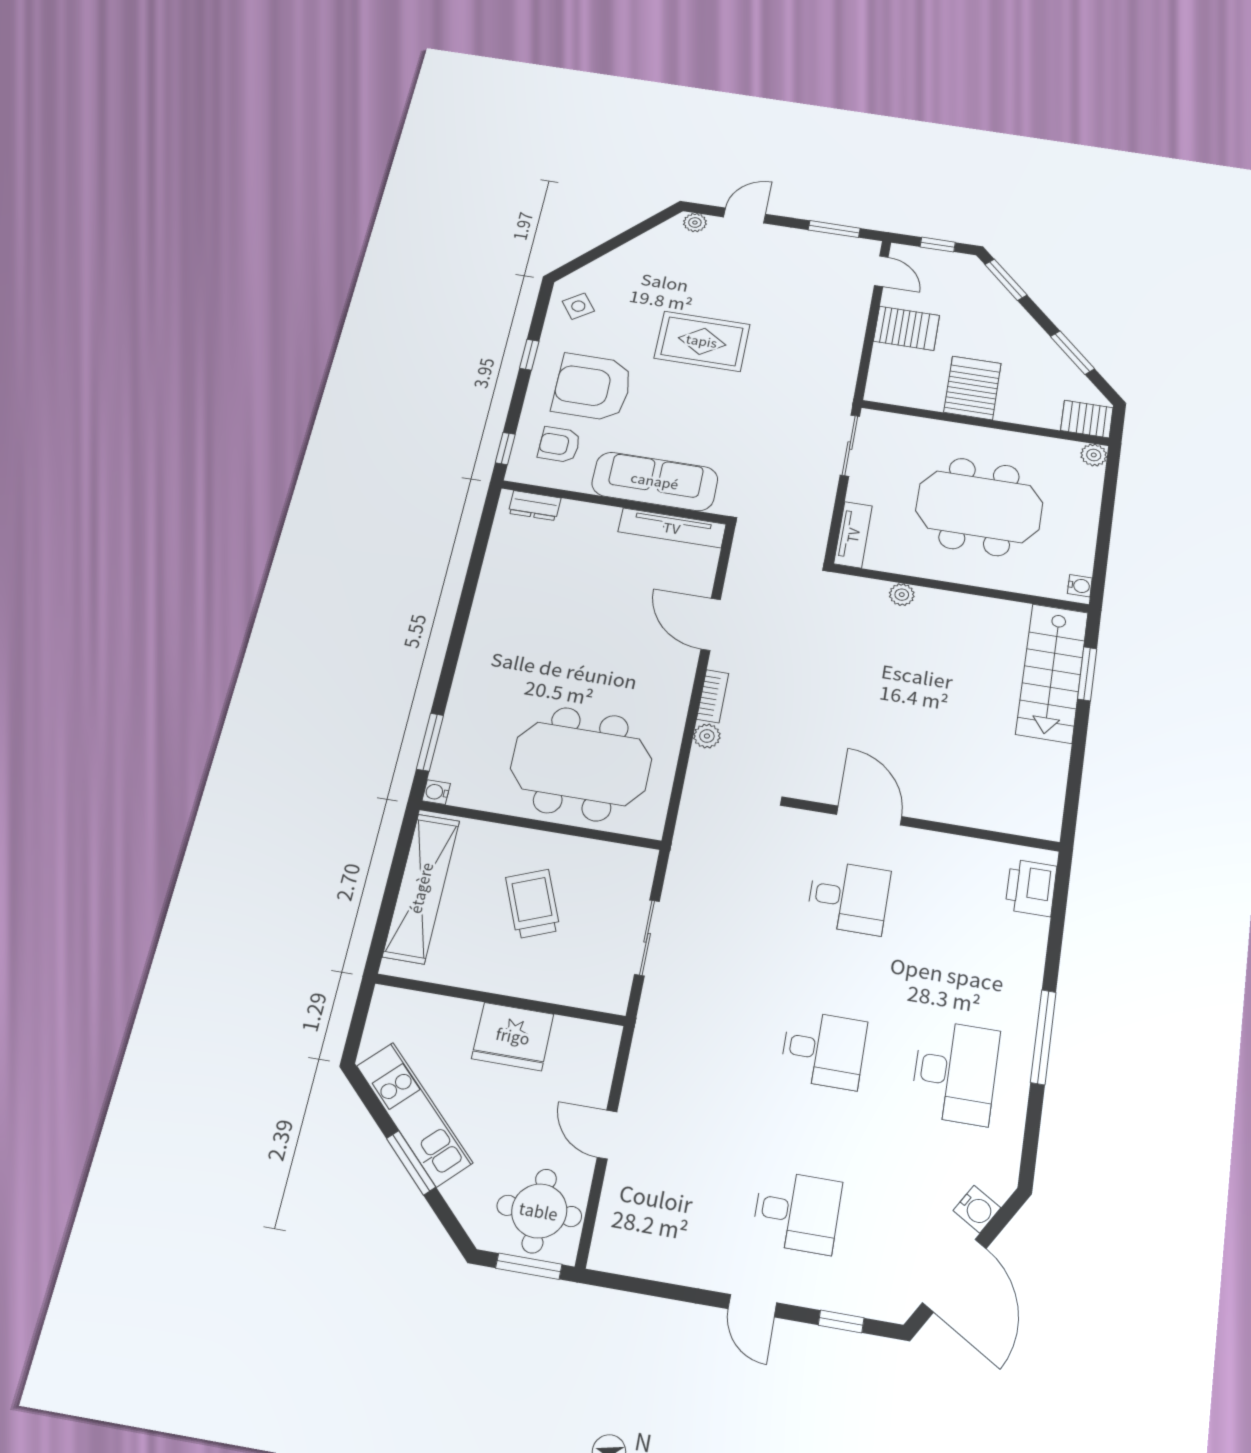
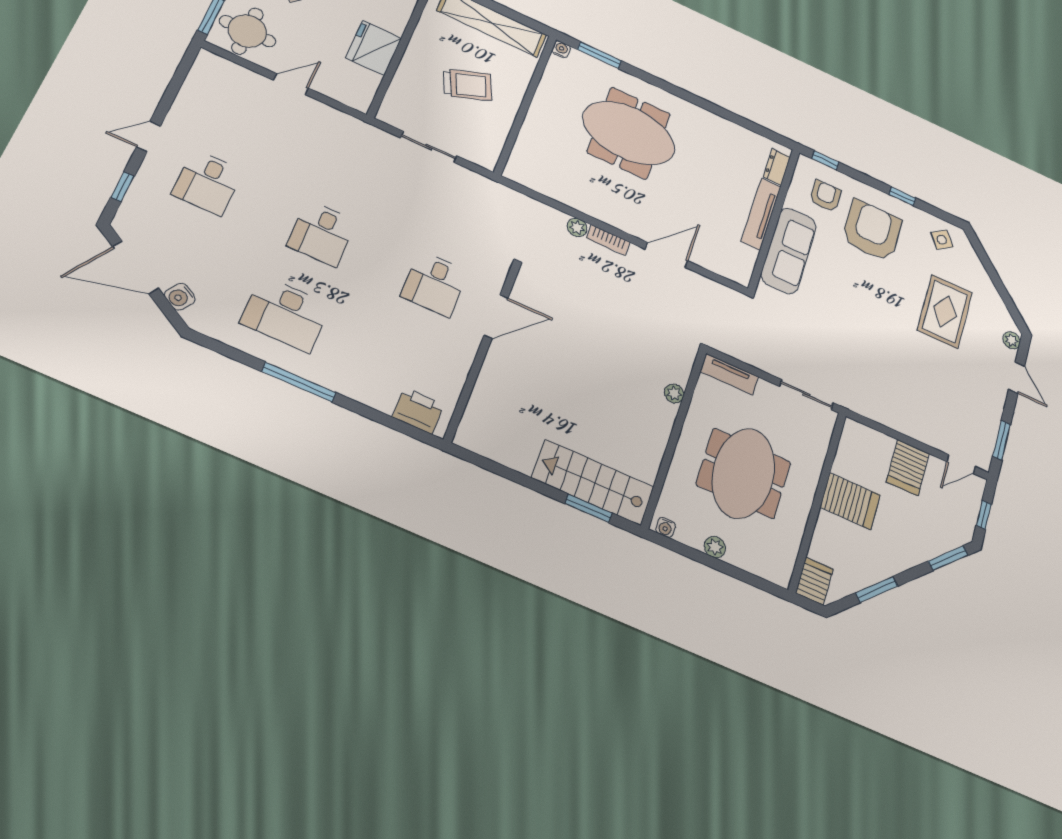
rug: (702, 341) -> (945, 312), moved
plant: (1094, 455) -> (715, 547), moved
tv unit: (672, 528) -> (761, 214), moved
meeting table: (581, 764) -> (629, 133), moved, turned 90

